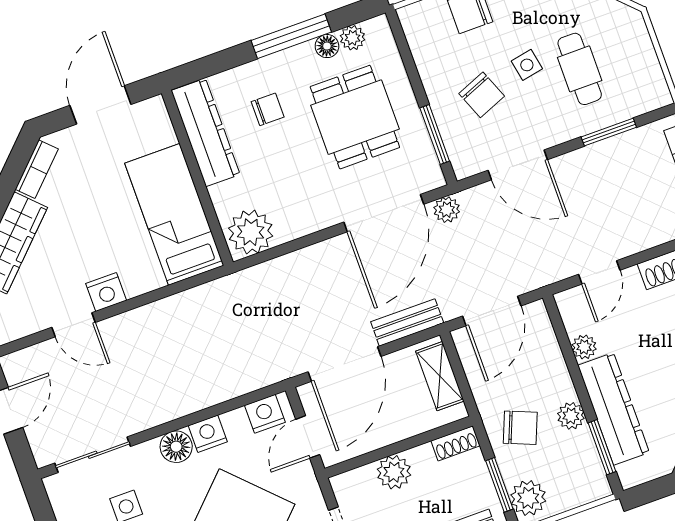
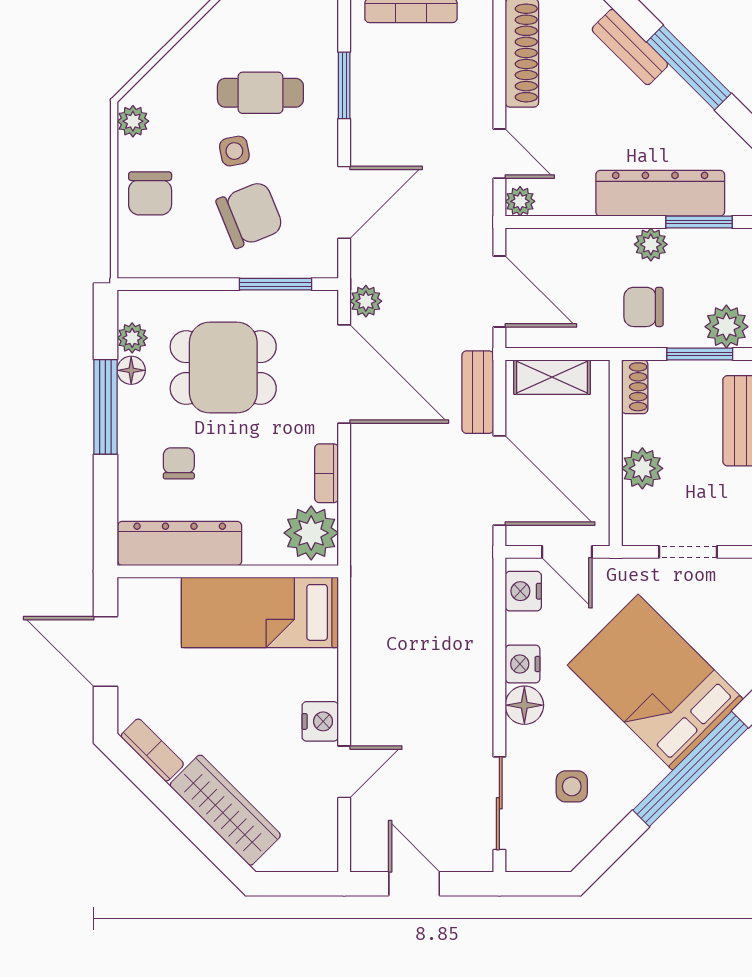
chair: (482, 95) -> (250, 215), width x1.37, depth x1.37
bookcase: (301, 227) -> (326, 473), added
plant: (584, 347) -> (520, 201), moved
chair: (520, 428) -> (644, 307), turned -112

